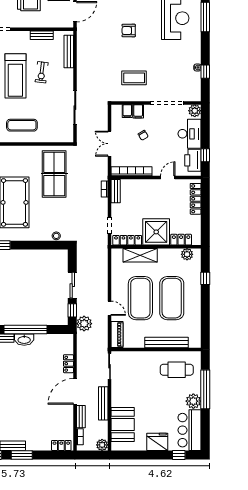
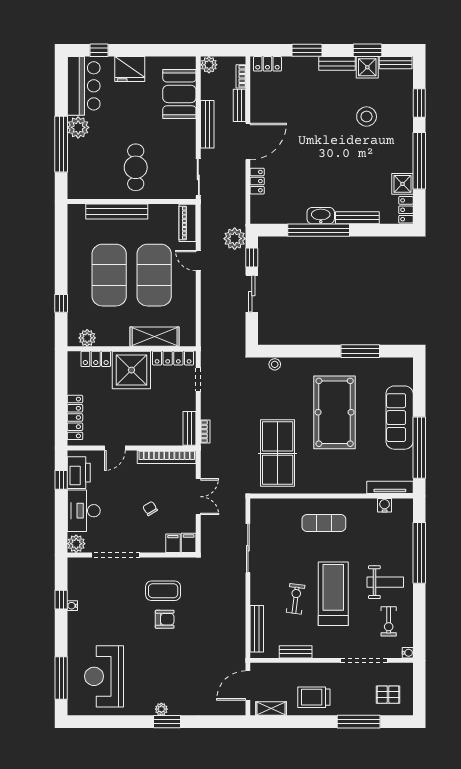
armchair: (129, 31) -> (165, 619), moved
filing cabinet: (138, 111) -> (189, 543), moved
cafe table: (177, 370) -> (136, 167), moved, turned 90
window: (22, 455) -> (307, 50), moved

